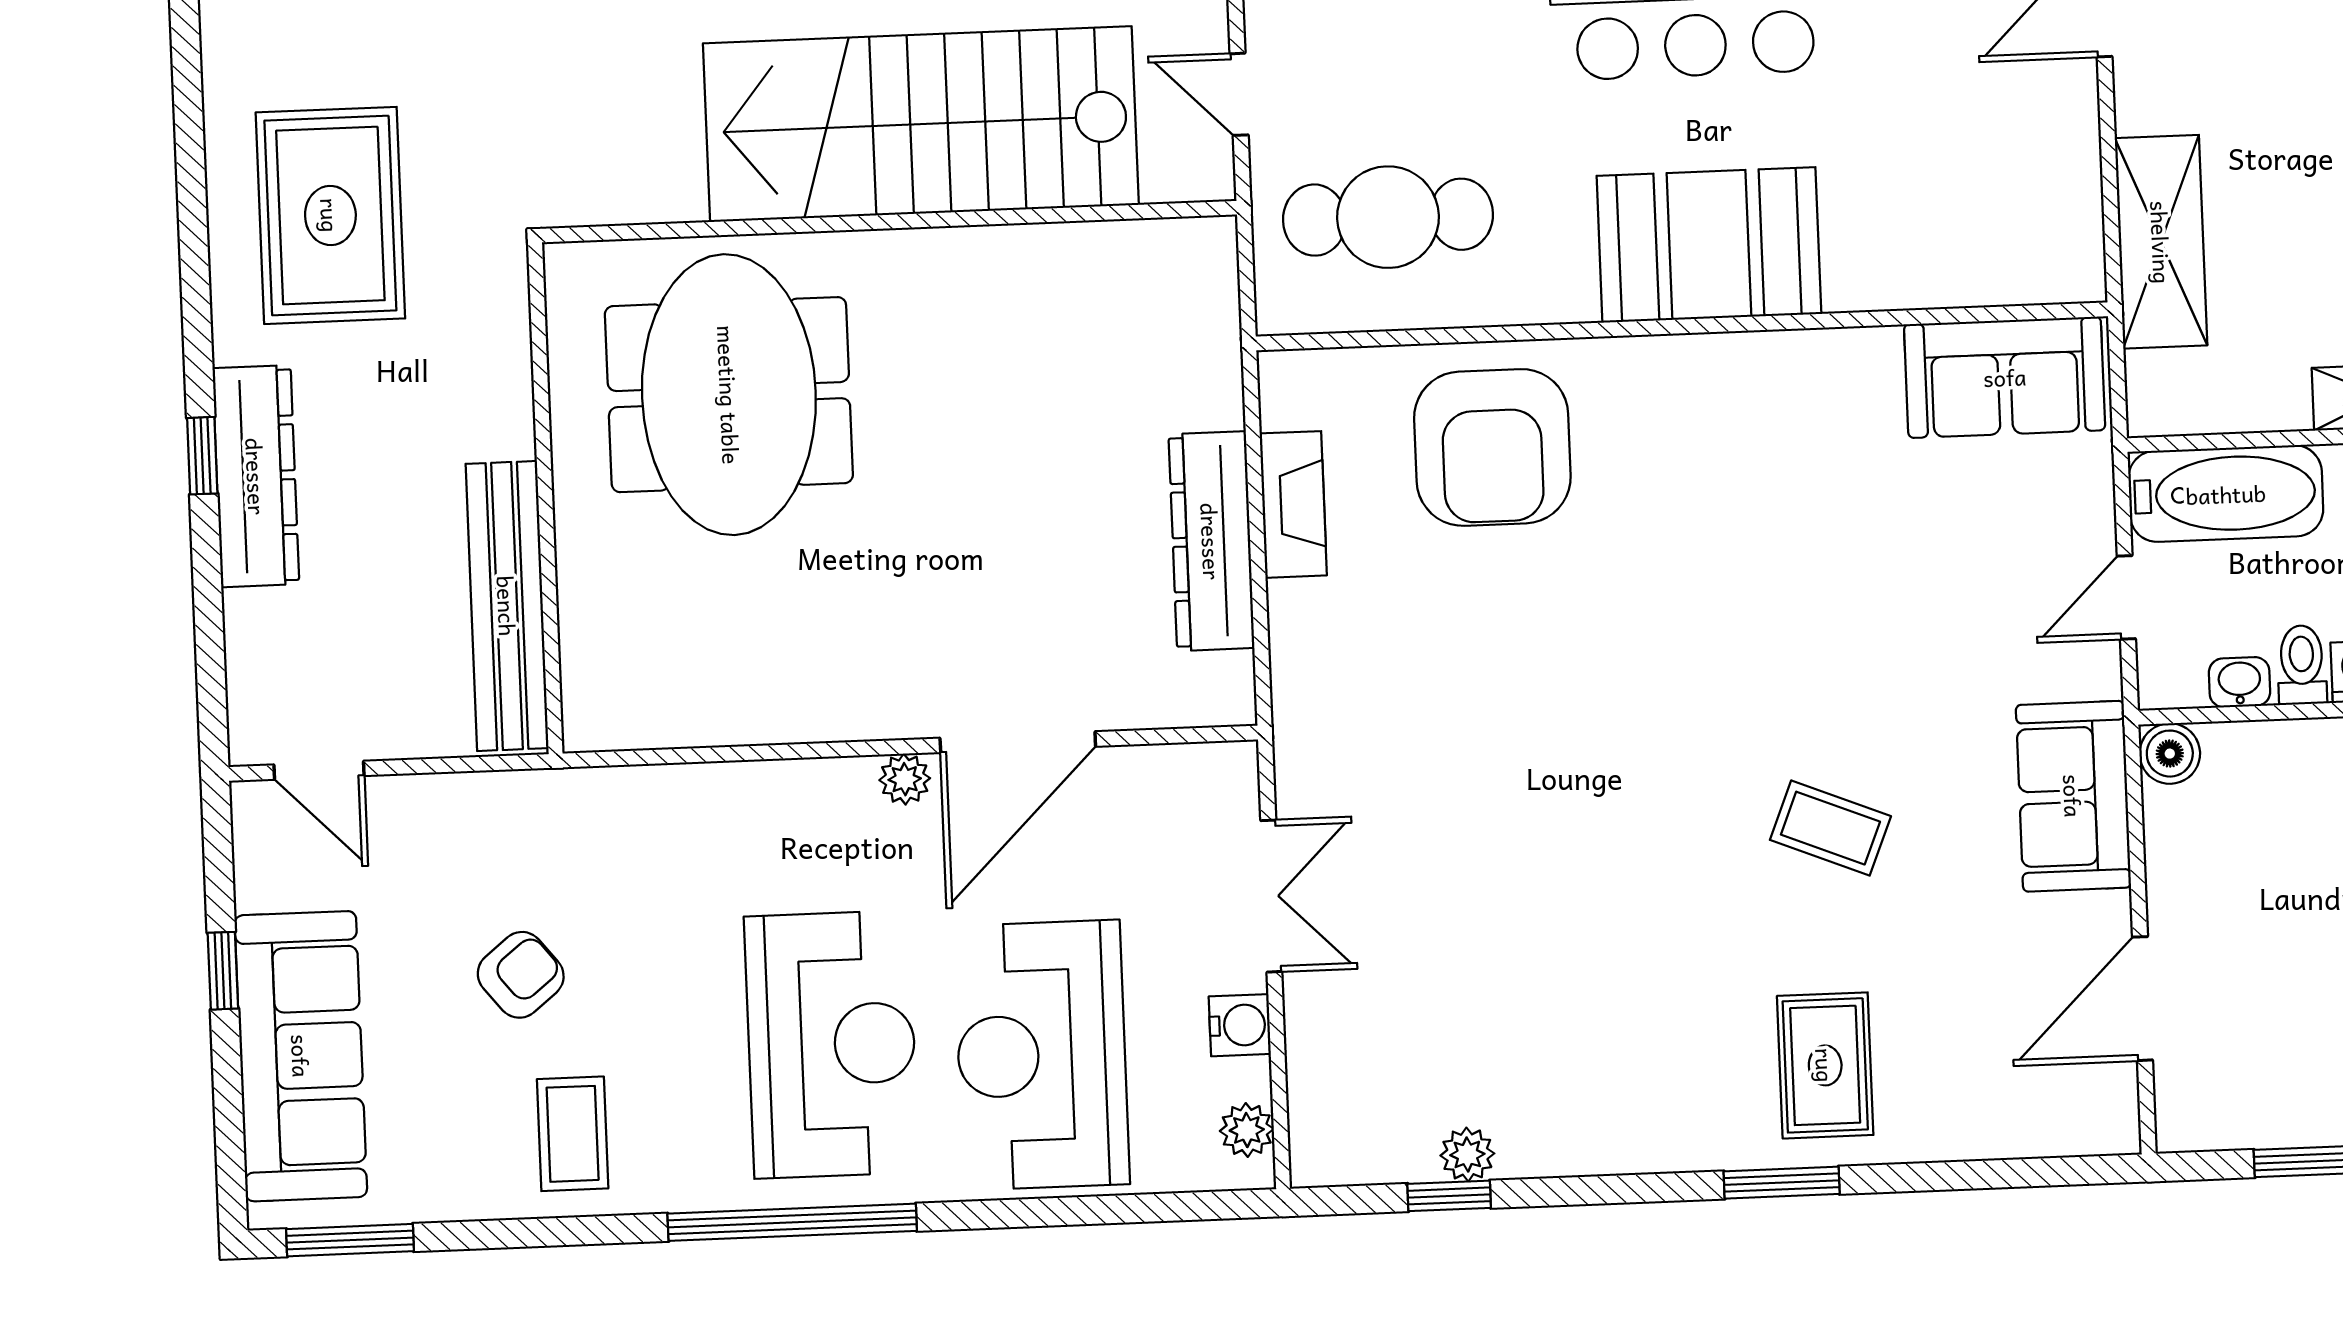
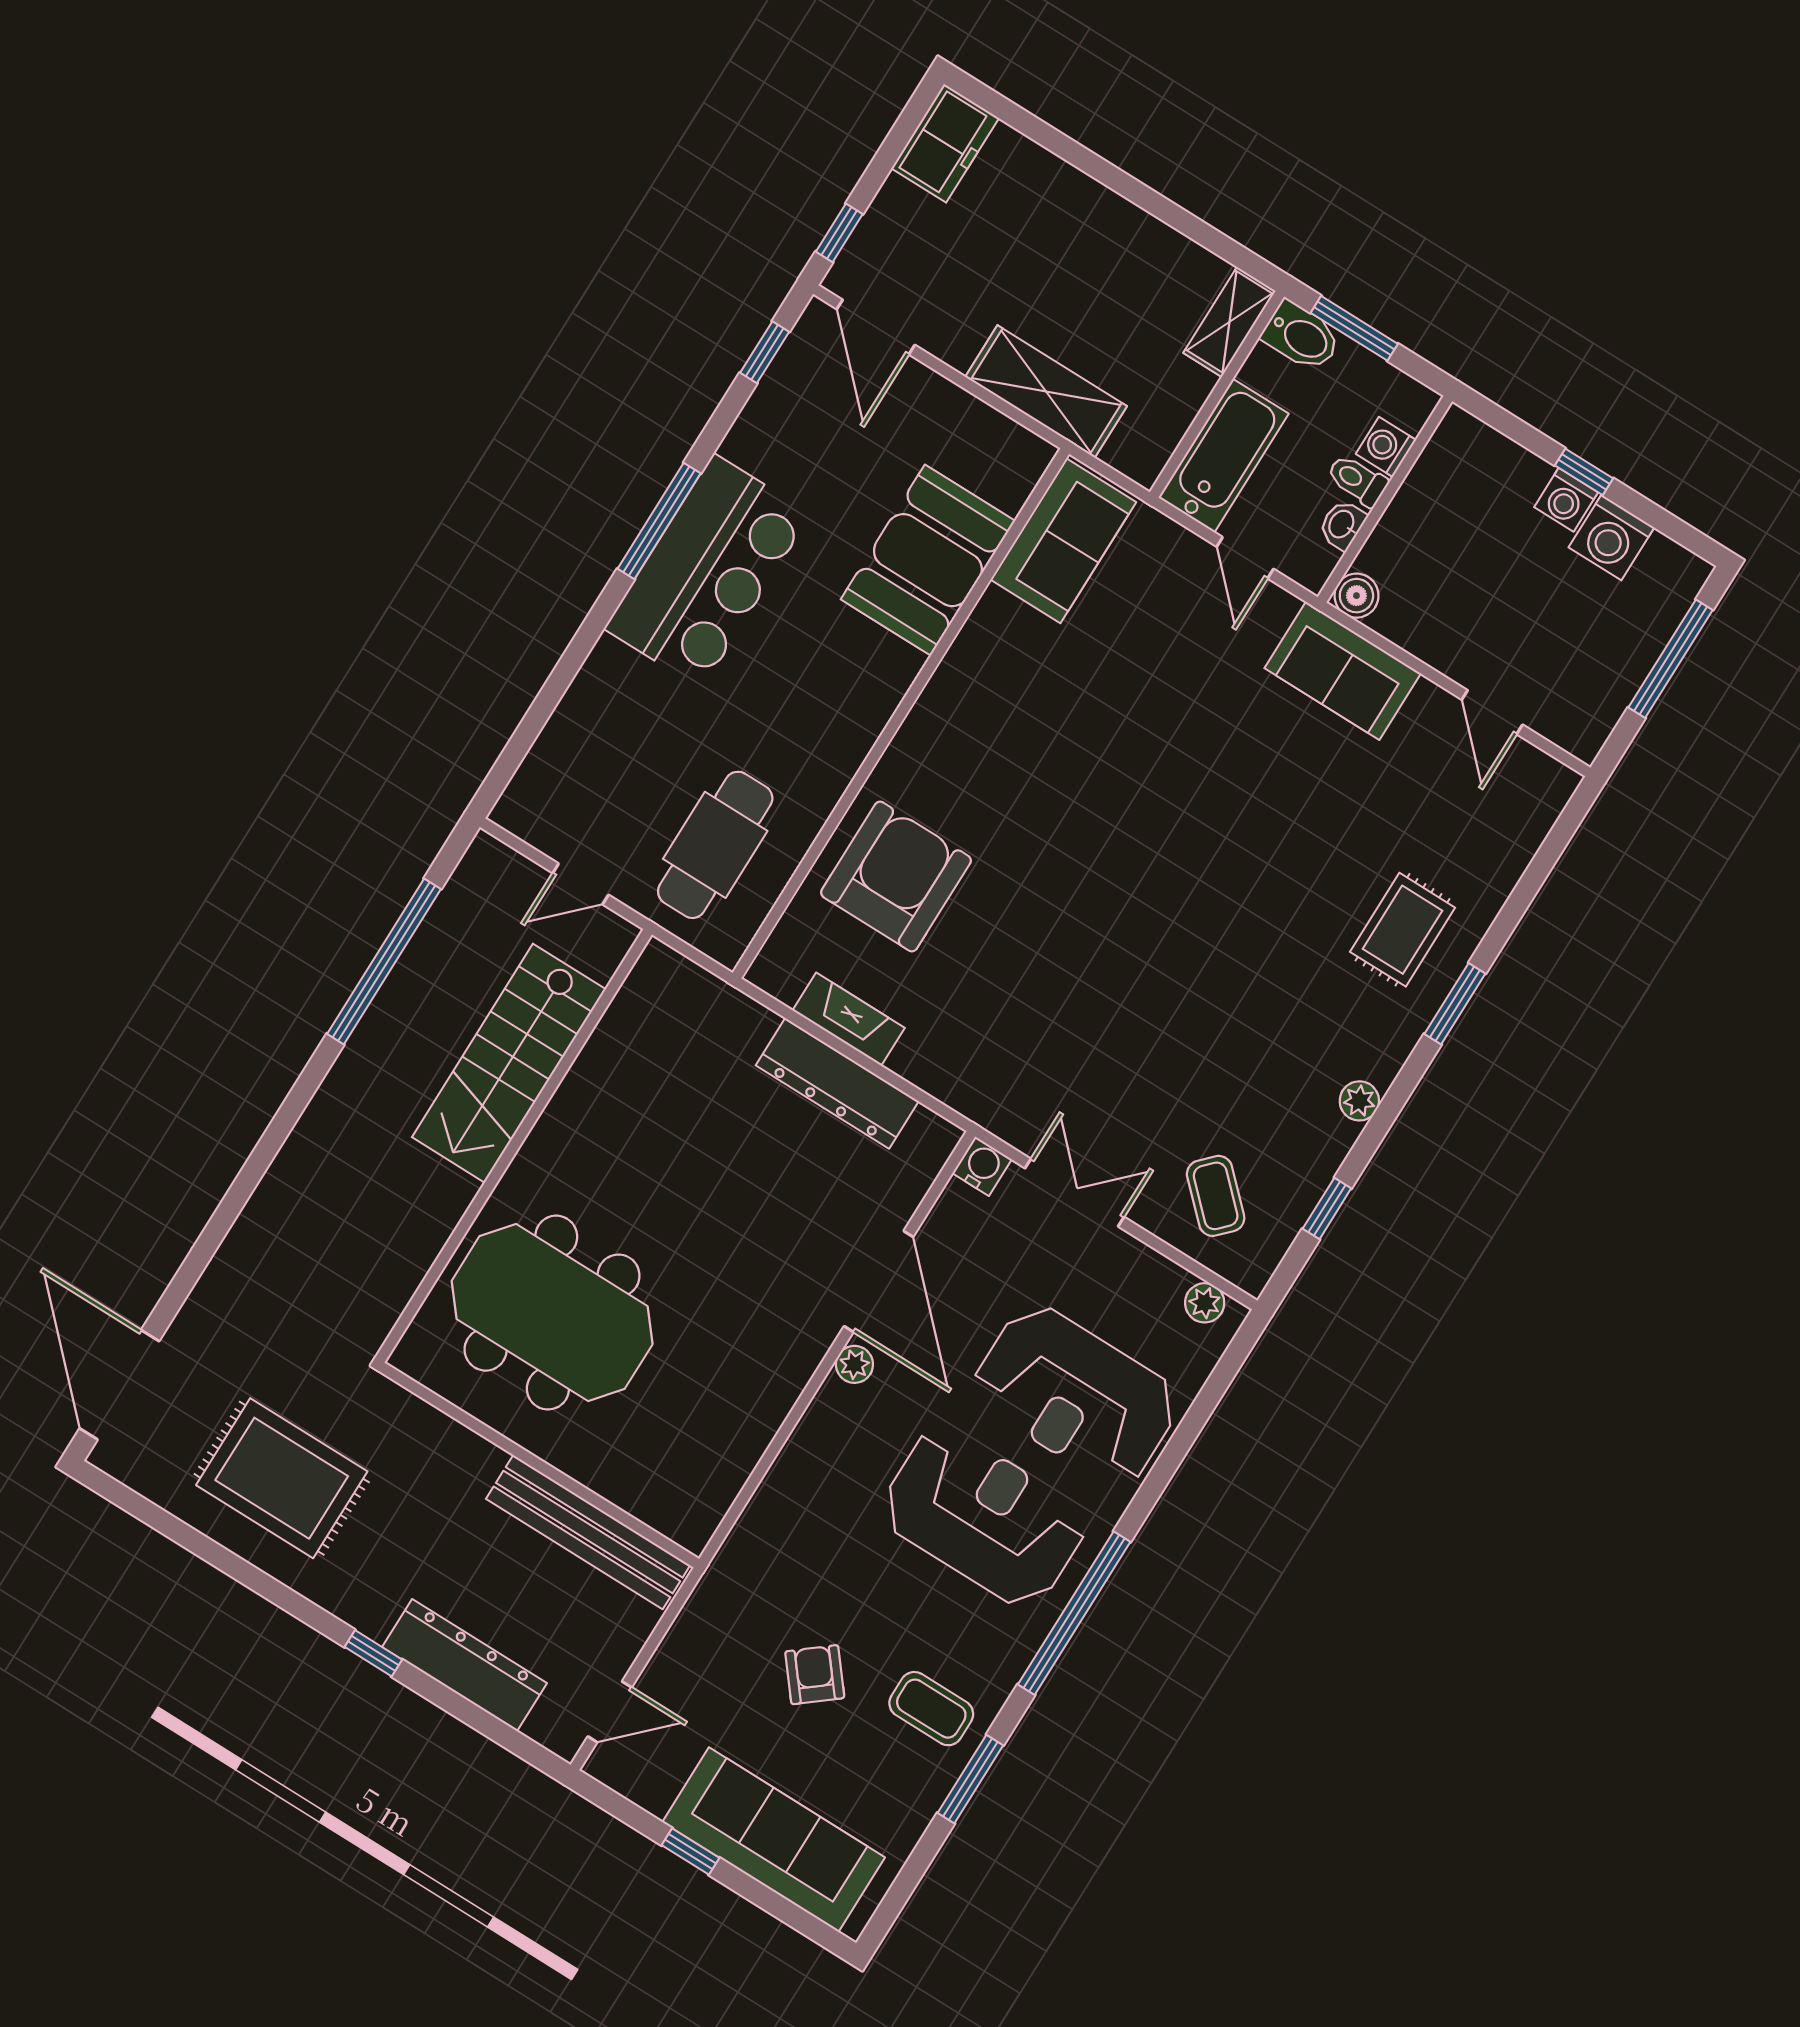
stairs: (921, 124) -> (509, 1063), width x0.73, depth x0.66
booth: (1709, 245) -> (928, 560), moved
armchair: (1492, 447) -> (896, 877), turned -90
dresser: (256, 476) -> (465, 1665), moved
coffee table: (1830, 828) -> (1216, 1196), moved, turned -68
door: (2142, 999) -> (1492, 712), width x0.73
water cooler: (1240, 1025) -> (982, 1166), moved
rug: (1825, 1065) -> (1403, 930), turned 90
plant: (1467, 1154) -> (1359, 1101), moved
window: (350, 1240) -> (970, 1779), moved

